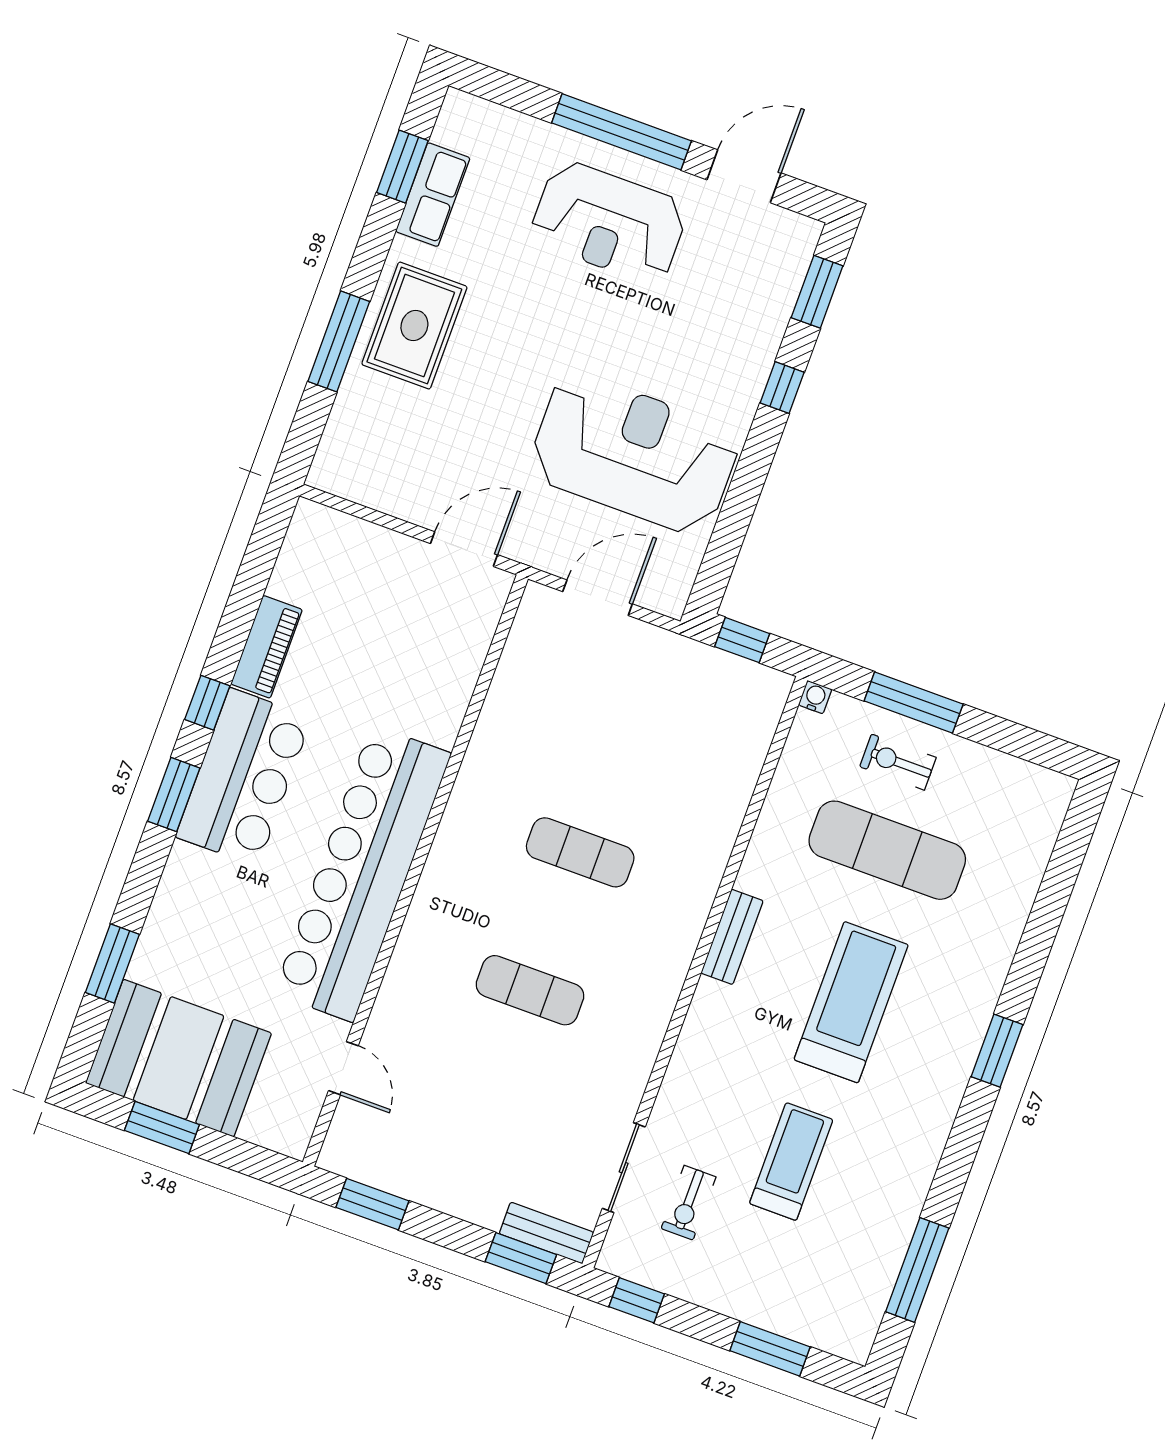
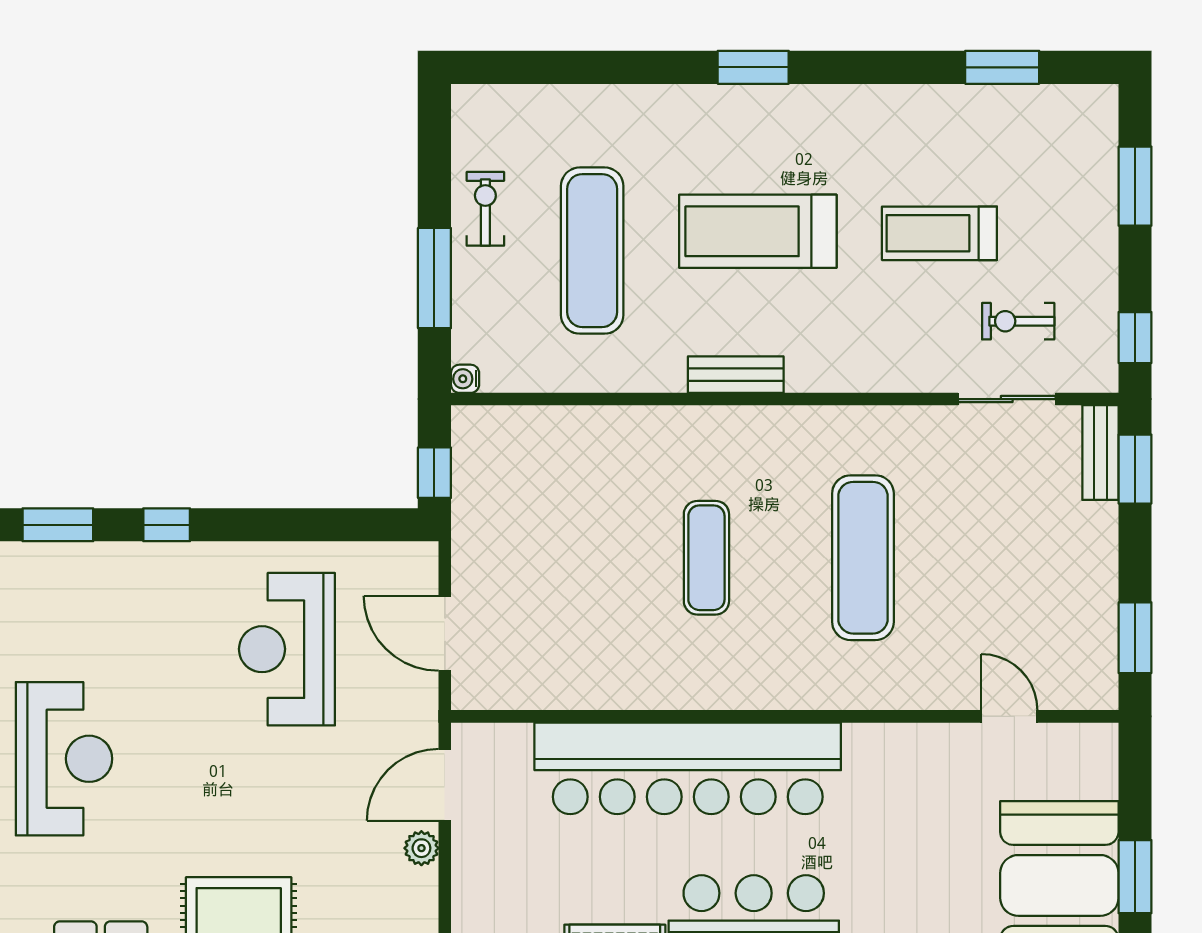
reception desk: (634, 454) -> (287, 649), width x0.74, depth x0.77
plant: (416, 508) -> (421, 848), added
door: (464, 549) -> (445, 785), hinge flipped
exercise bike: (898, 762) -> (485, 209), moved, turned 180
bar counter: (362, 873) -> (688, 768), moved
exercise mat: (530, 990) -> (863, 558), width x1.36, depth x1.45
door: (343, 1068) -> (1009, 716), hinge flipped
exercise bike: (689, 1203) -> (1018, 321), turned 180
window: (917, 1270) -> (1002, 67), width x0.69

